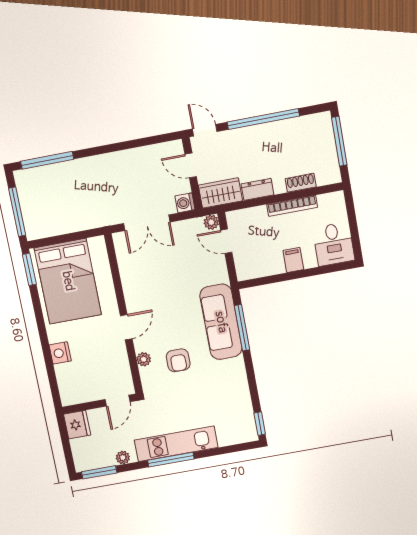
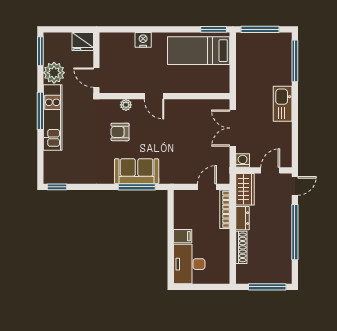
kitchen sink: (104, 166) -> (283, 104), added
shoe rack: (301, 183) -> (241, 247), width x1.43
bookcase: (292, 206) -> (225, 209), moved
plant: (211, 222) -> (224, 178), removed
desk: (334, 244) -> (189, 264), width x1.37
bed: (68, 281) -> (199, 51), width x0.67
sofa: (221, 322) -> (137, 171), width x0.73
plant: (123, 458) -> (54, 73), width x1.88, depth x1.88

